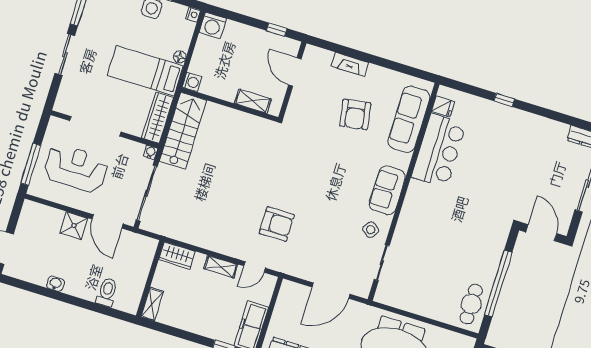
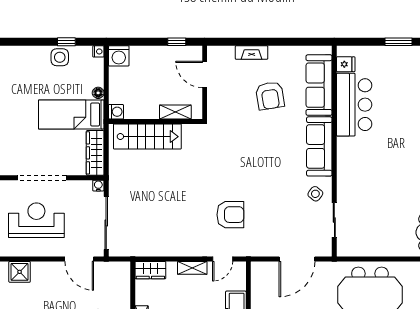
window: (504, 100) -> (399, 42), width x1.50
stairs: (183, 131) -> (147, 137), moved, turned 90
sofa: (387, 190) -> (319, 146), width x1.36
shower: (74, 226) -> (20, 272), moved

